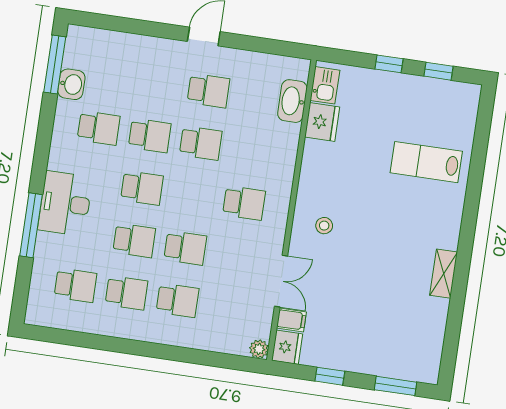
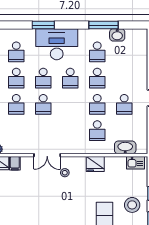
window: (55, 65) -> (104, 25), moved
stool: (406, 104) -> (132, 205), added
fridge: (322, 122) -> (95, 164), moved
desk: (65, 203) -> (57, 44), width x1.36, depth x1.30
school desk: (244, 203) -> (97, 131), moved
window: (31, 225) -> (43, 25), width x0.69
double door: (281, 281) -> (47, 155), moved

